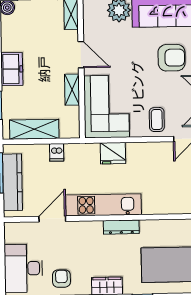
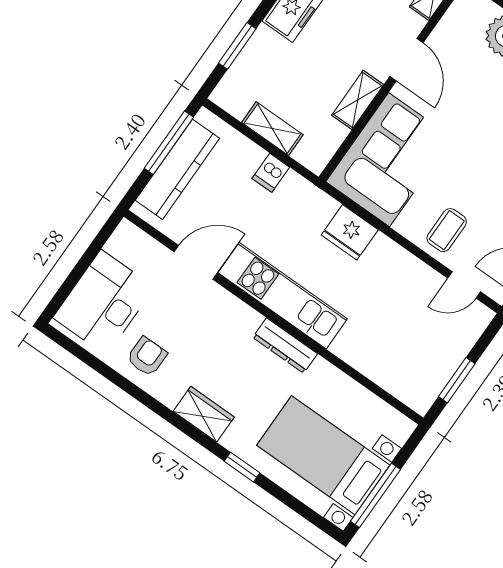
shelving: (34, 129) -> (272, 129), width x0.67, depth x0.75

